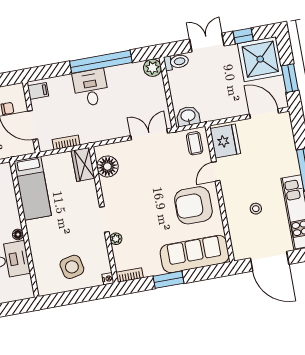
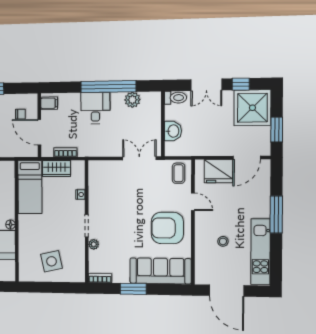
double door: (207, 43) -> (206, 85), swing flipped
plant: (152, 68) -> (132, 100), moved
door: (264, 114) -> (247, 158), swing flipped
washbasin: (188, 116) -> (173, 131), moved, turned 90
fridge: (225, 141) -> (218, 171), moved, turned 90
wardrobe: (83, 164) -> (56, 168), moved, turned -90
floor lamp: (107, 166) -> (98, 180), removed
door: (216, 171) -> (193, 202), swing flipped
nightstand: (108, 279) -> (80, 194), moved

